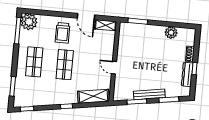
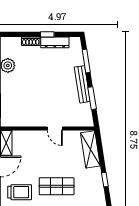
door: (114, 68) -> (55, 128), hinge flipped

